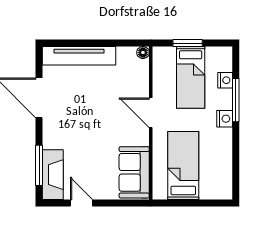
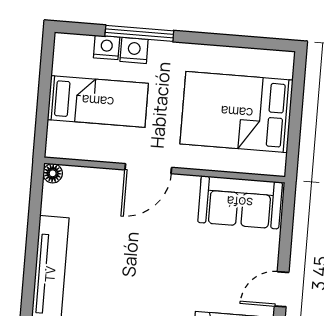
window: (188, 43) -> (43, 102), removed
nightstand: (225, 119) -> (134, 50), moved
bed: (183, 166) -> (237, 112), width x1.50

